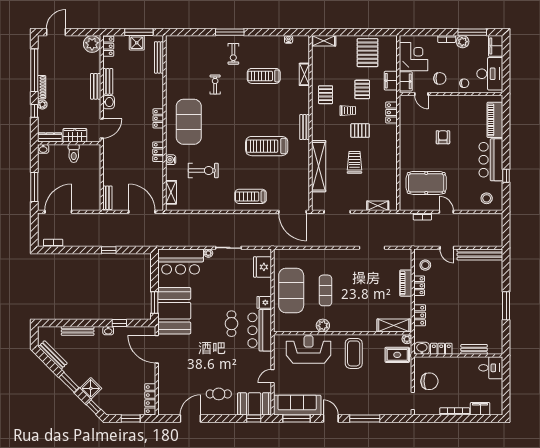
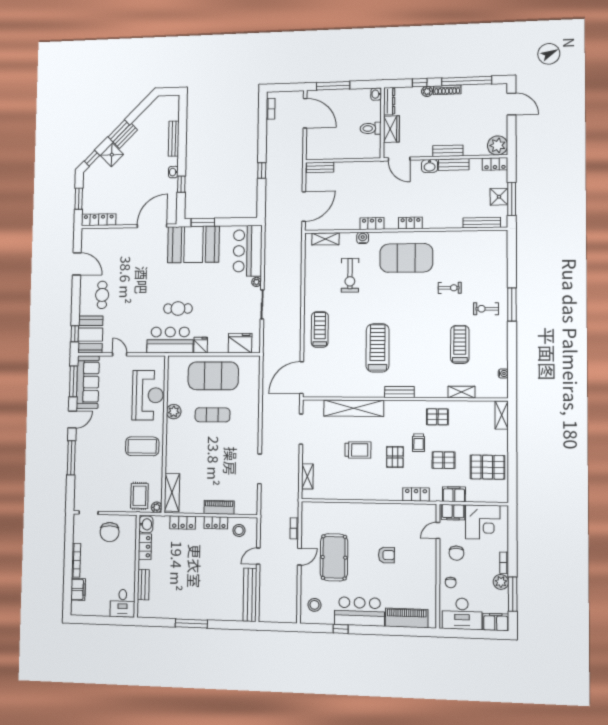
pool table: (426, 183) -> (334, 557), moved
bench: (53, 355) -> (125, 136), moved, width x0.73

